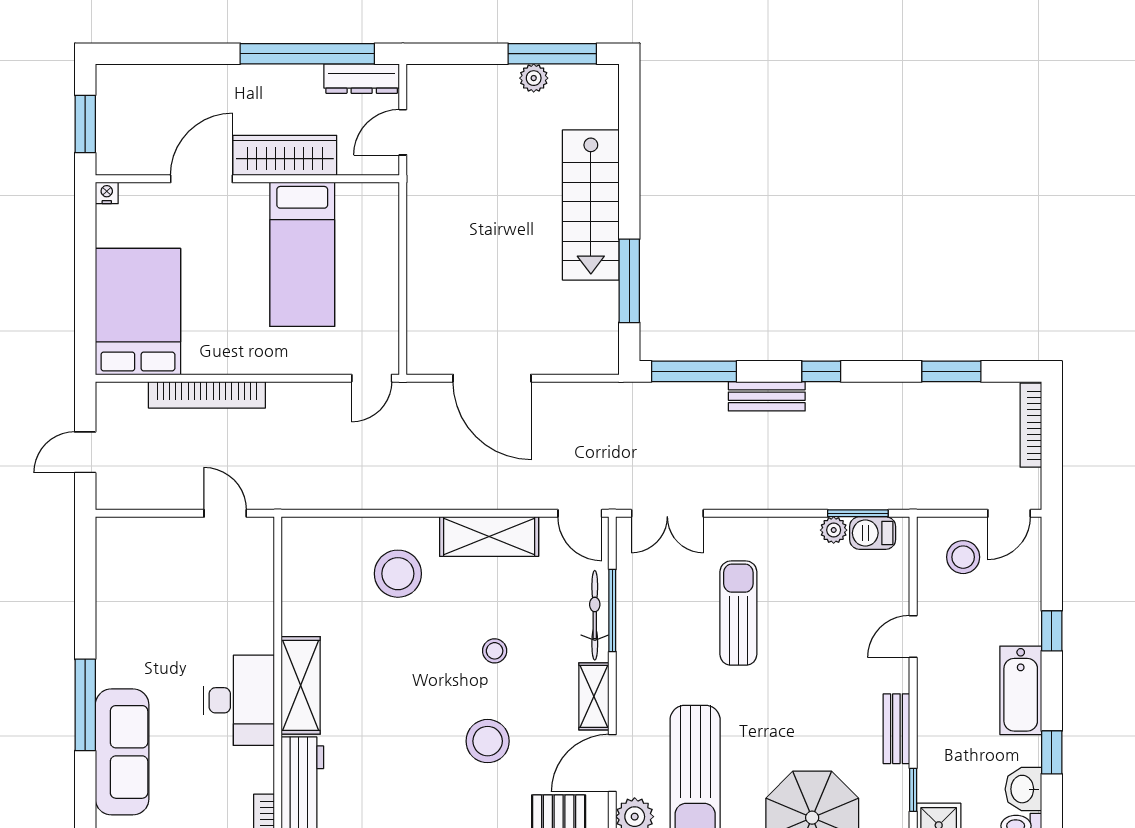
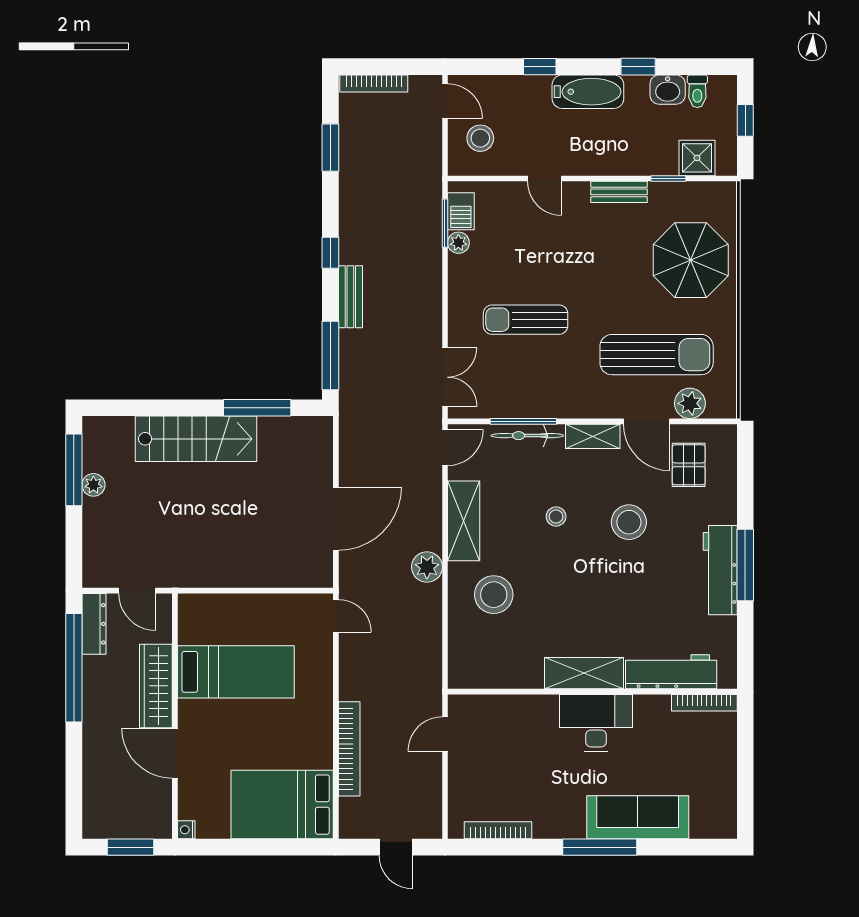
plant: (432, 491) -> (427, 567), added
bookcase: (106, 579) -> (498, 830), added

